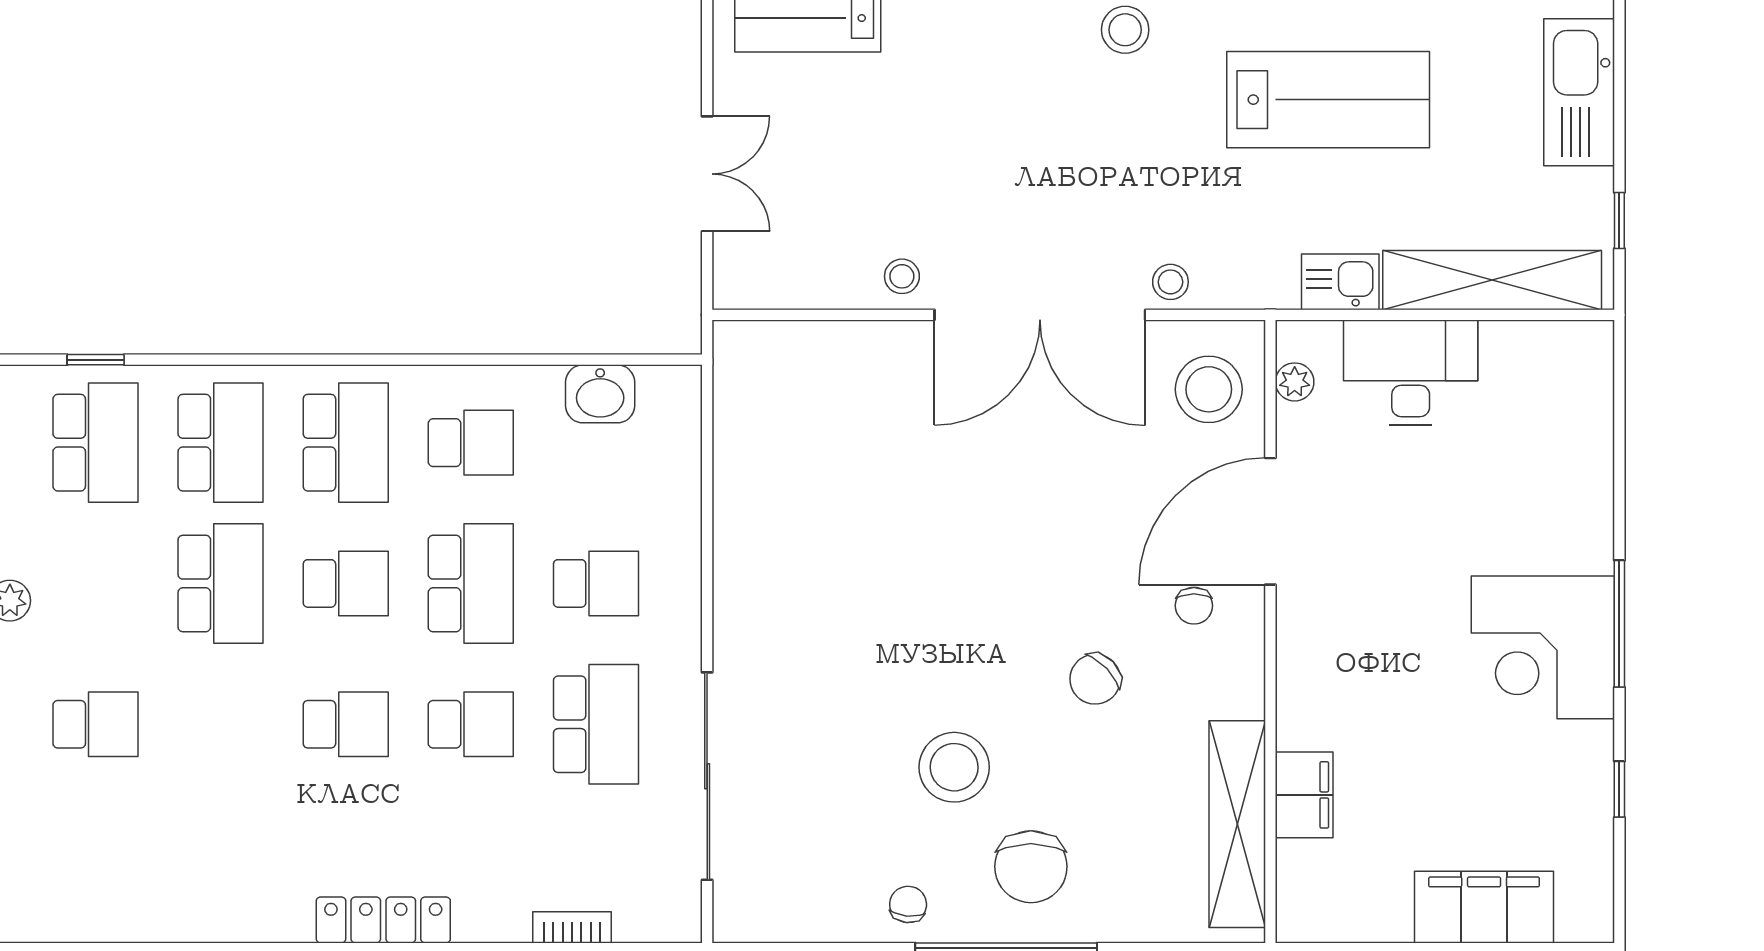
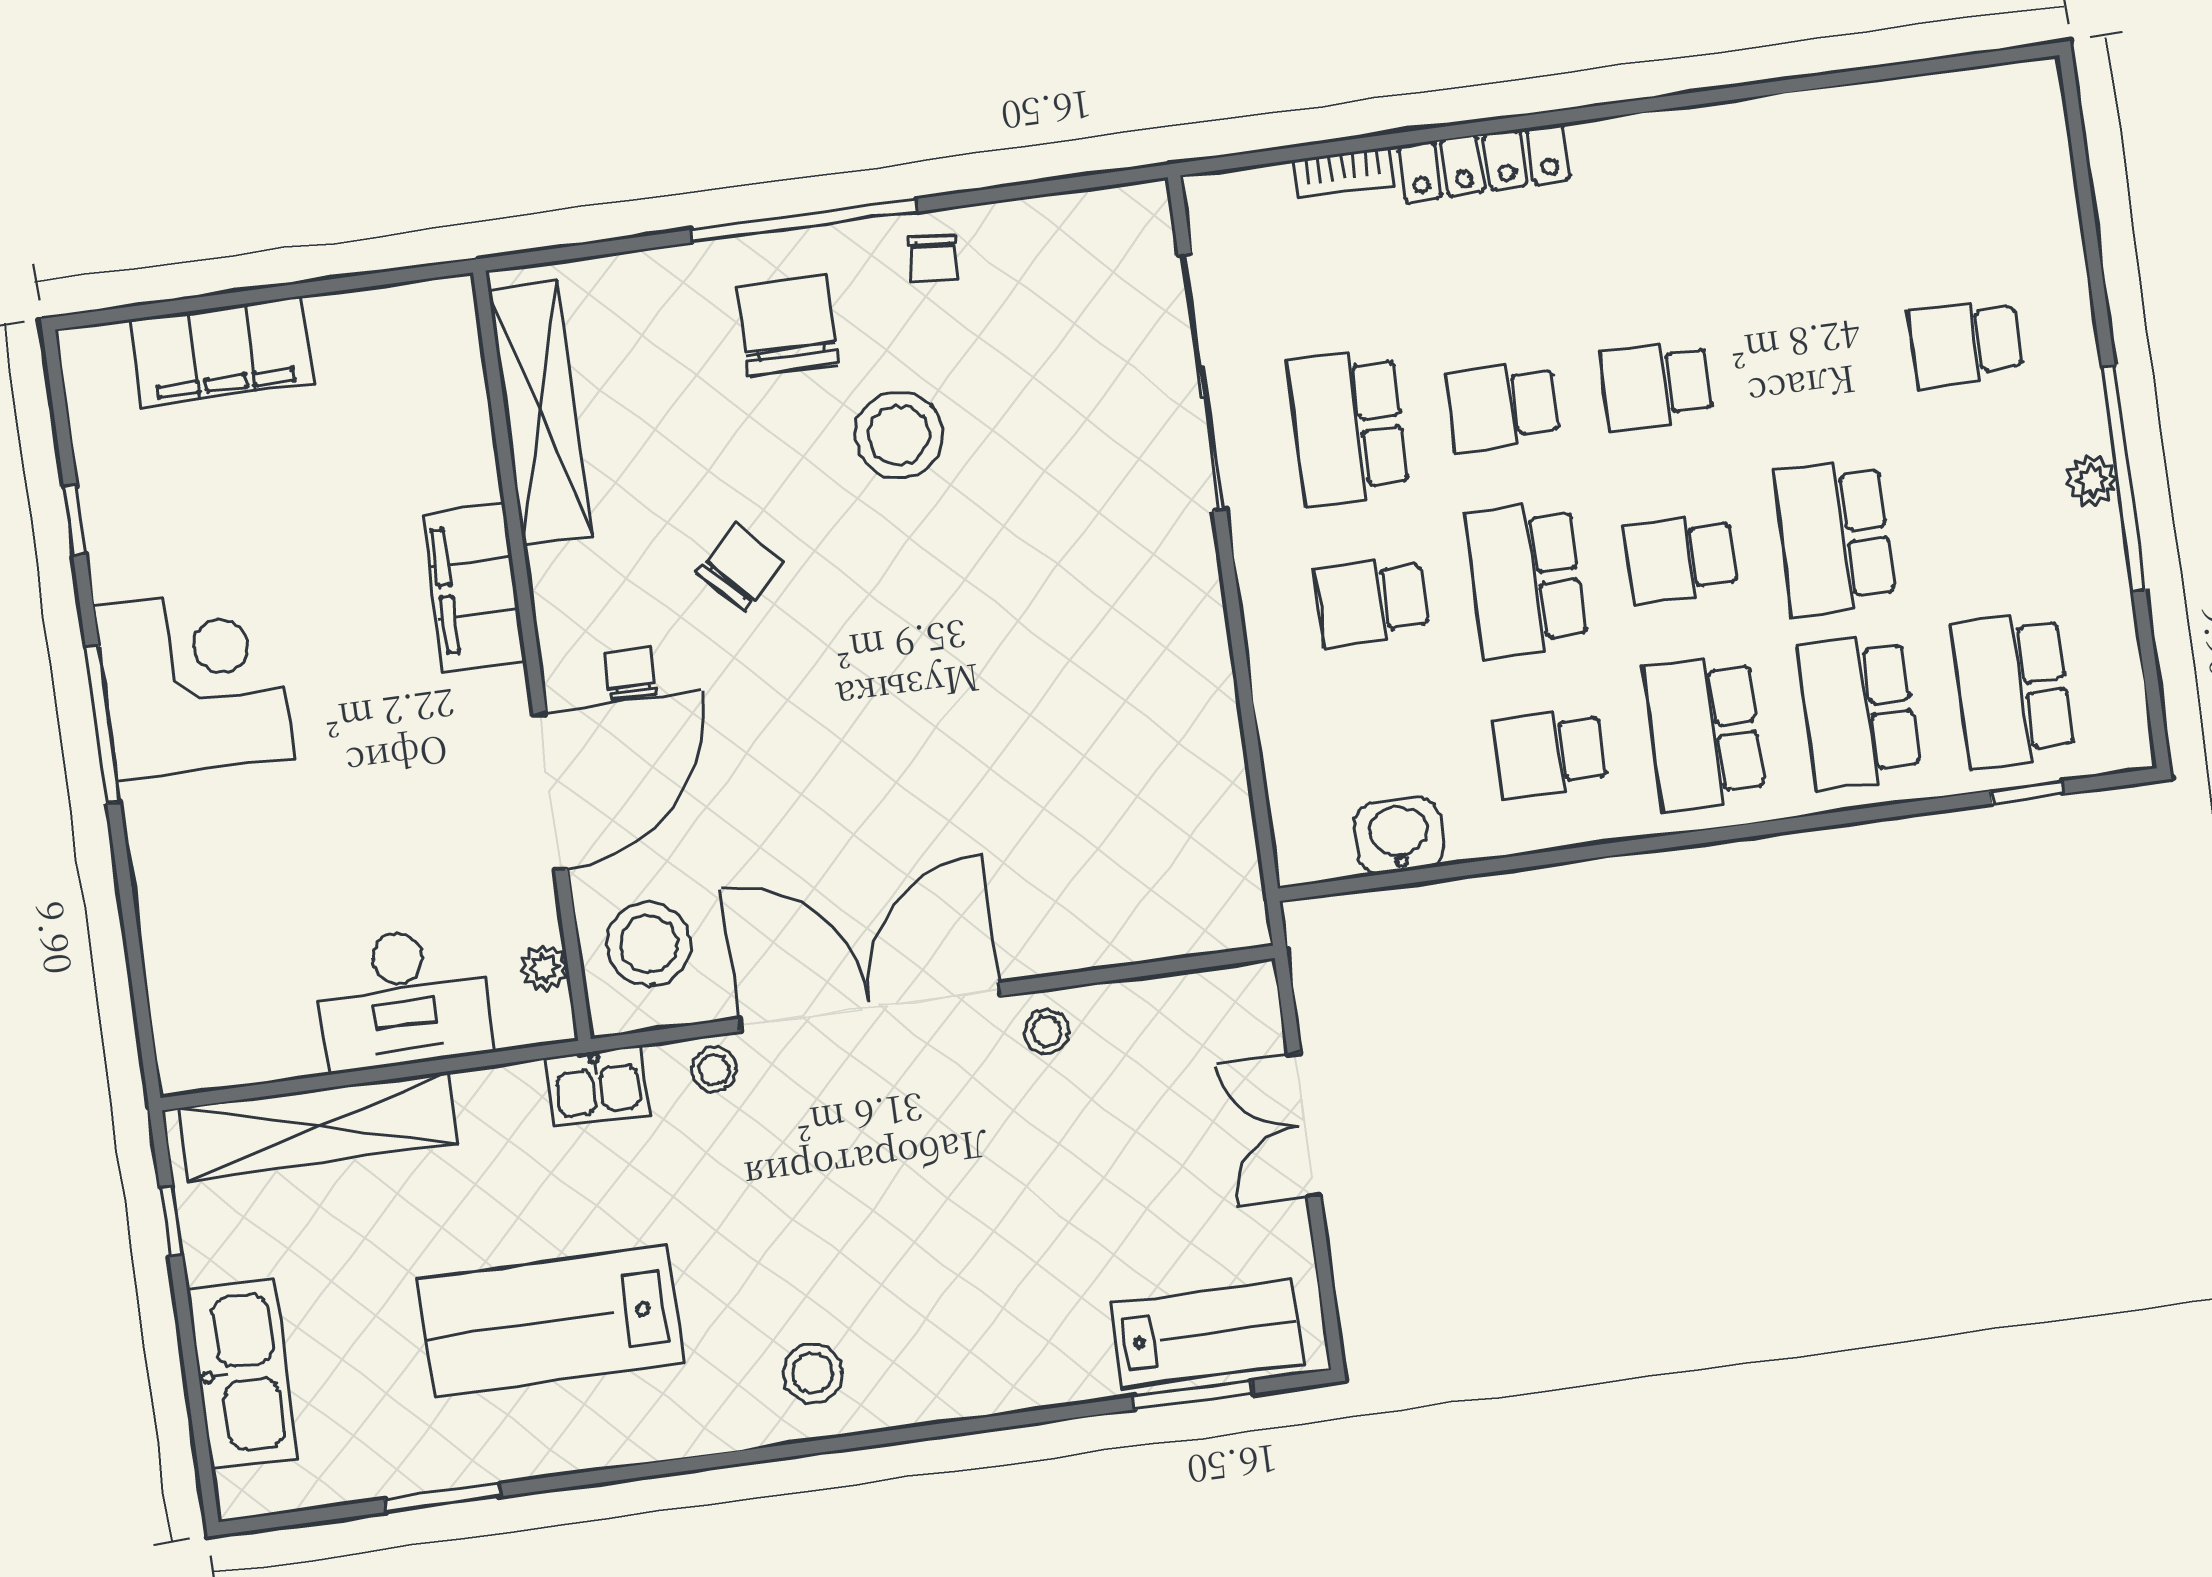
kitchen sink: (1340, 282) -> (598, 1086), moved
filing cabinet: (1304, 795) -> (474, 587), moved, width x1.50, depth x1.17
locker: (383, 920) -> (1484, 163), moved

